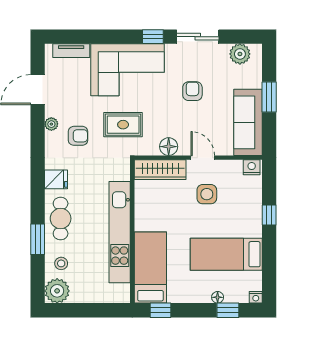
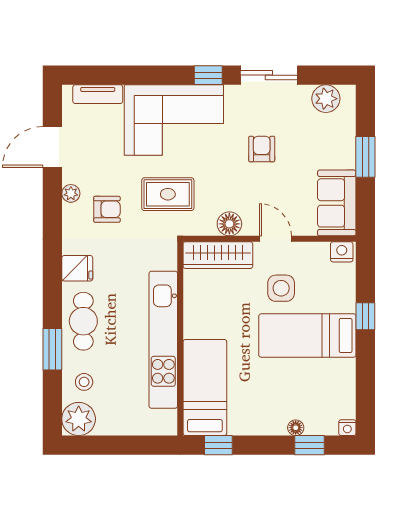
sofa: (248, 122) -> (337, 203), width x0.73
bed: (226, 254) -> (307, 336), moved

